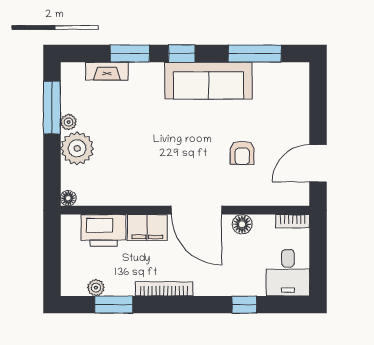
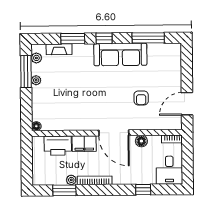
plant: (77, 148) -> (36, 58), moved, width x0.53, depth x0.53
plant: (96, 288) -> (71, 180), moved

